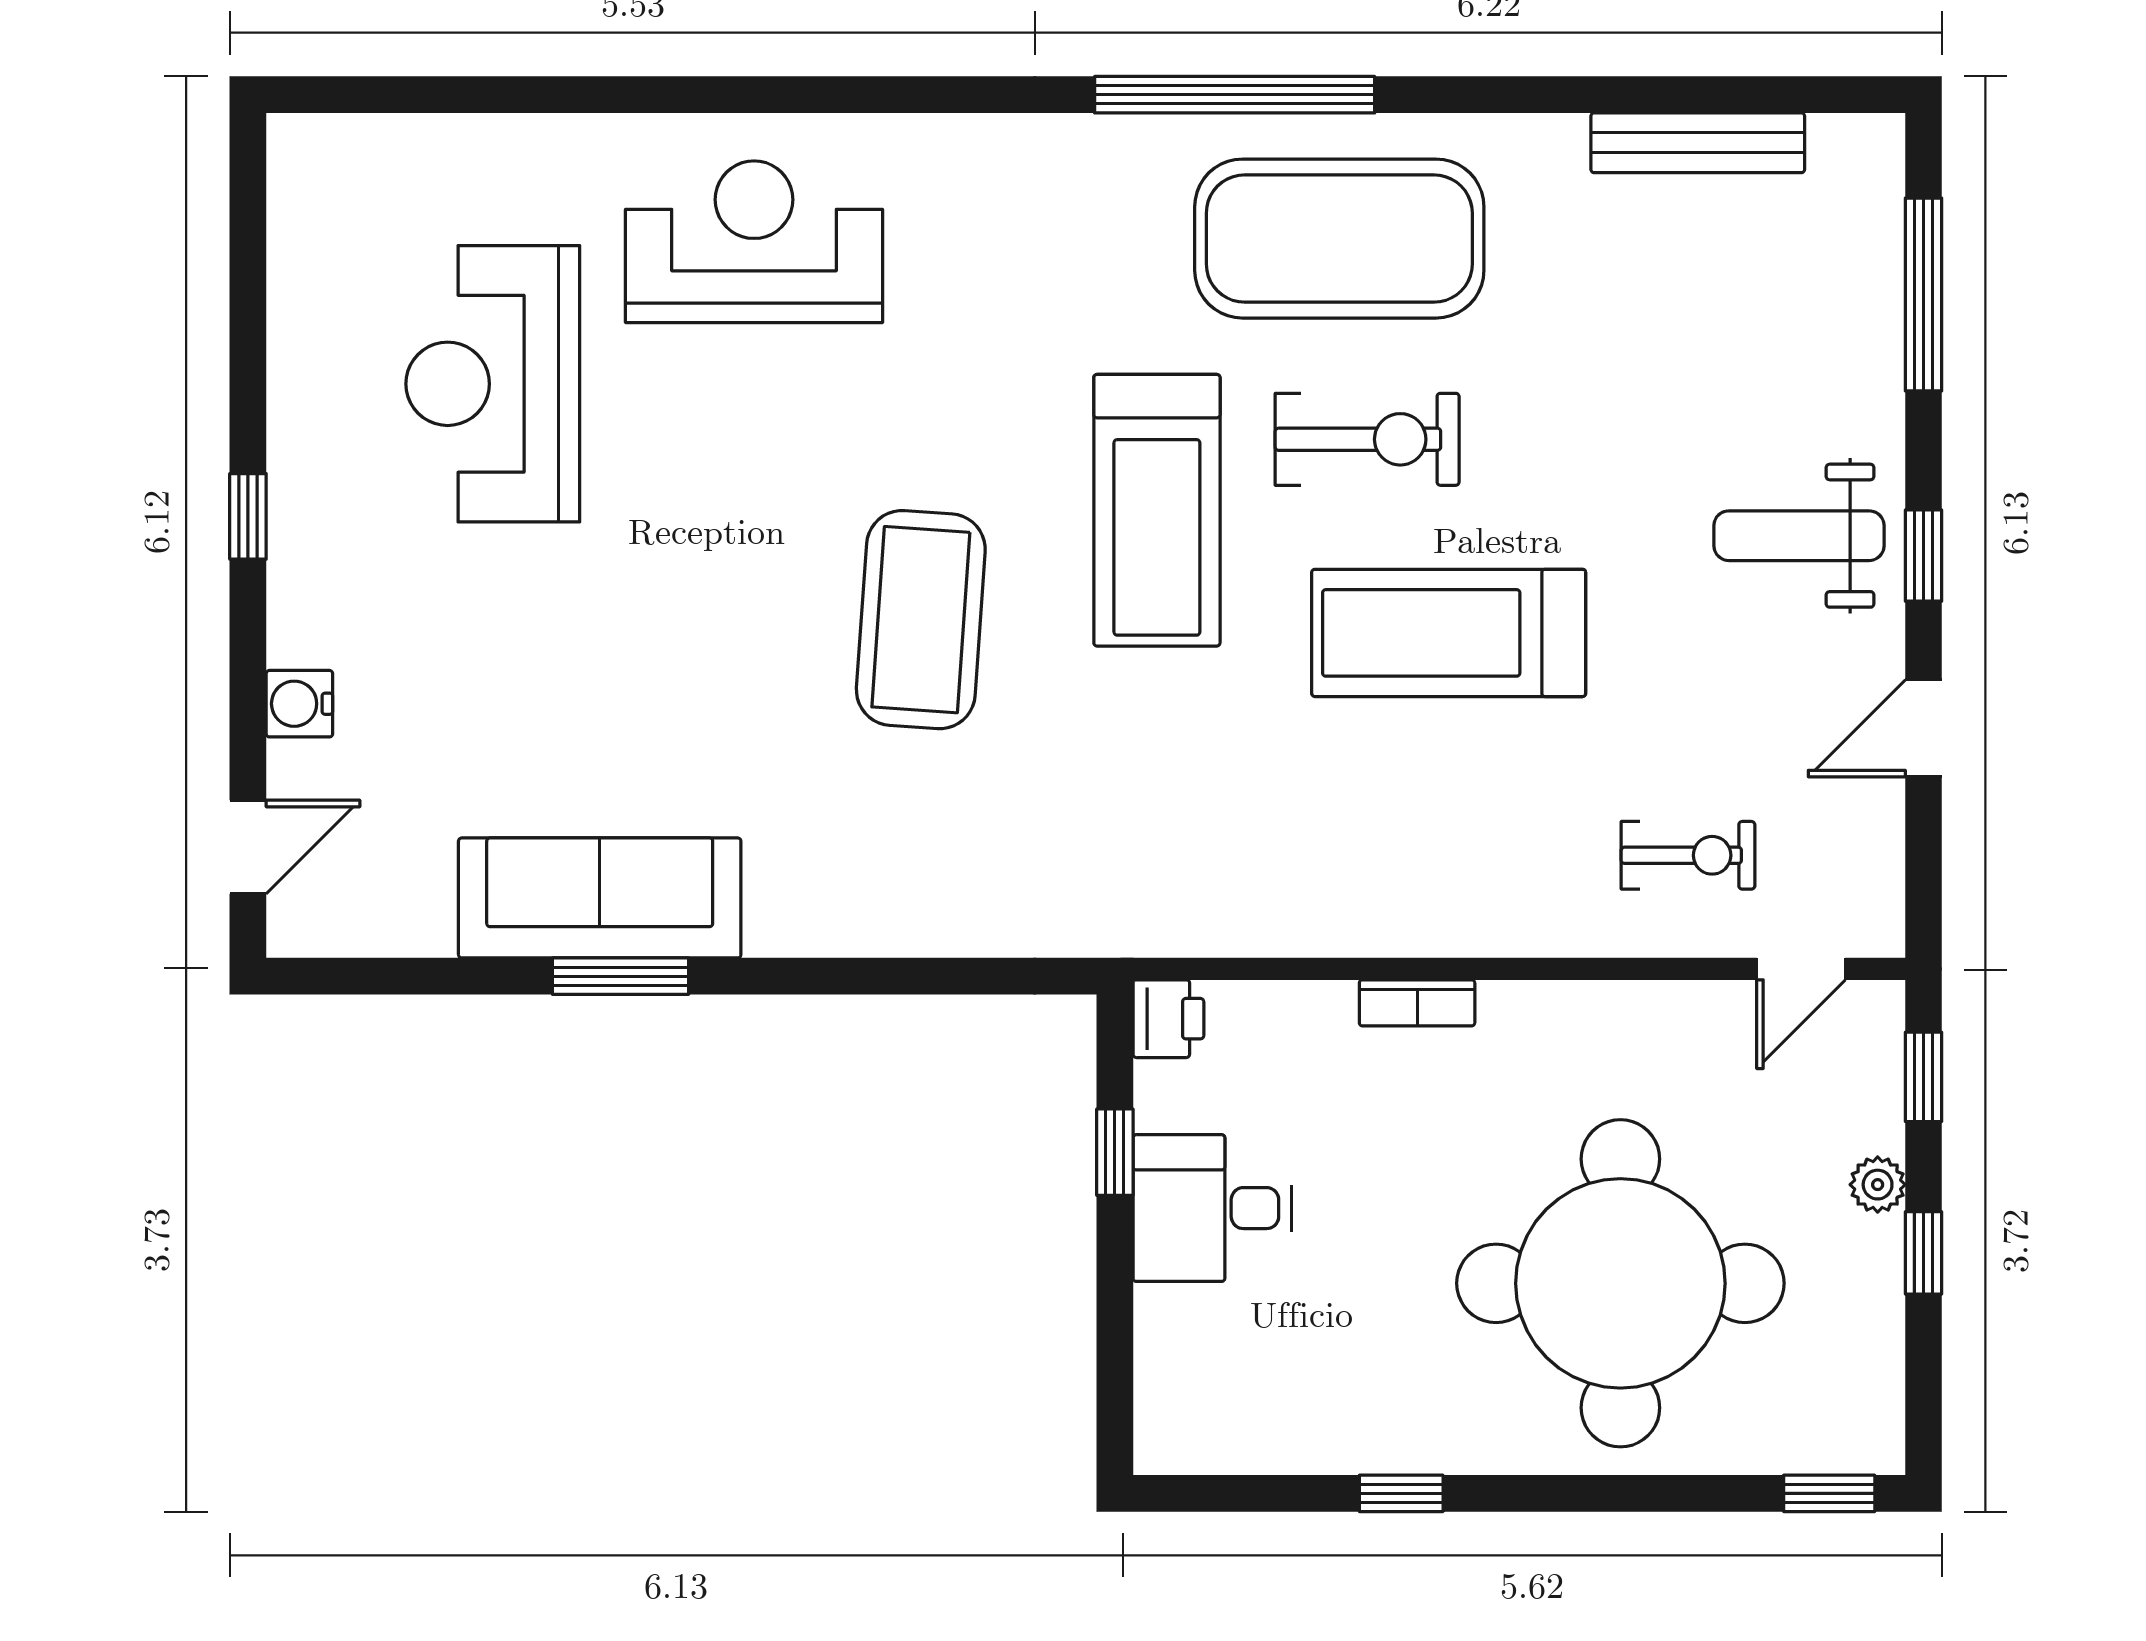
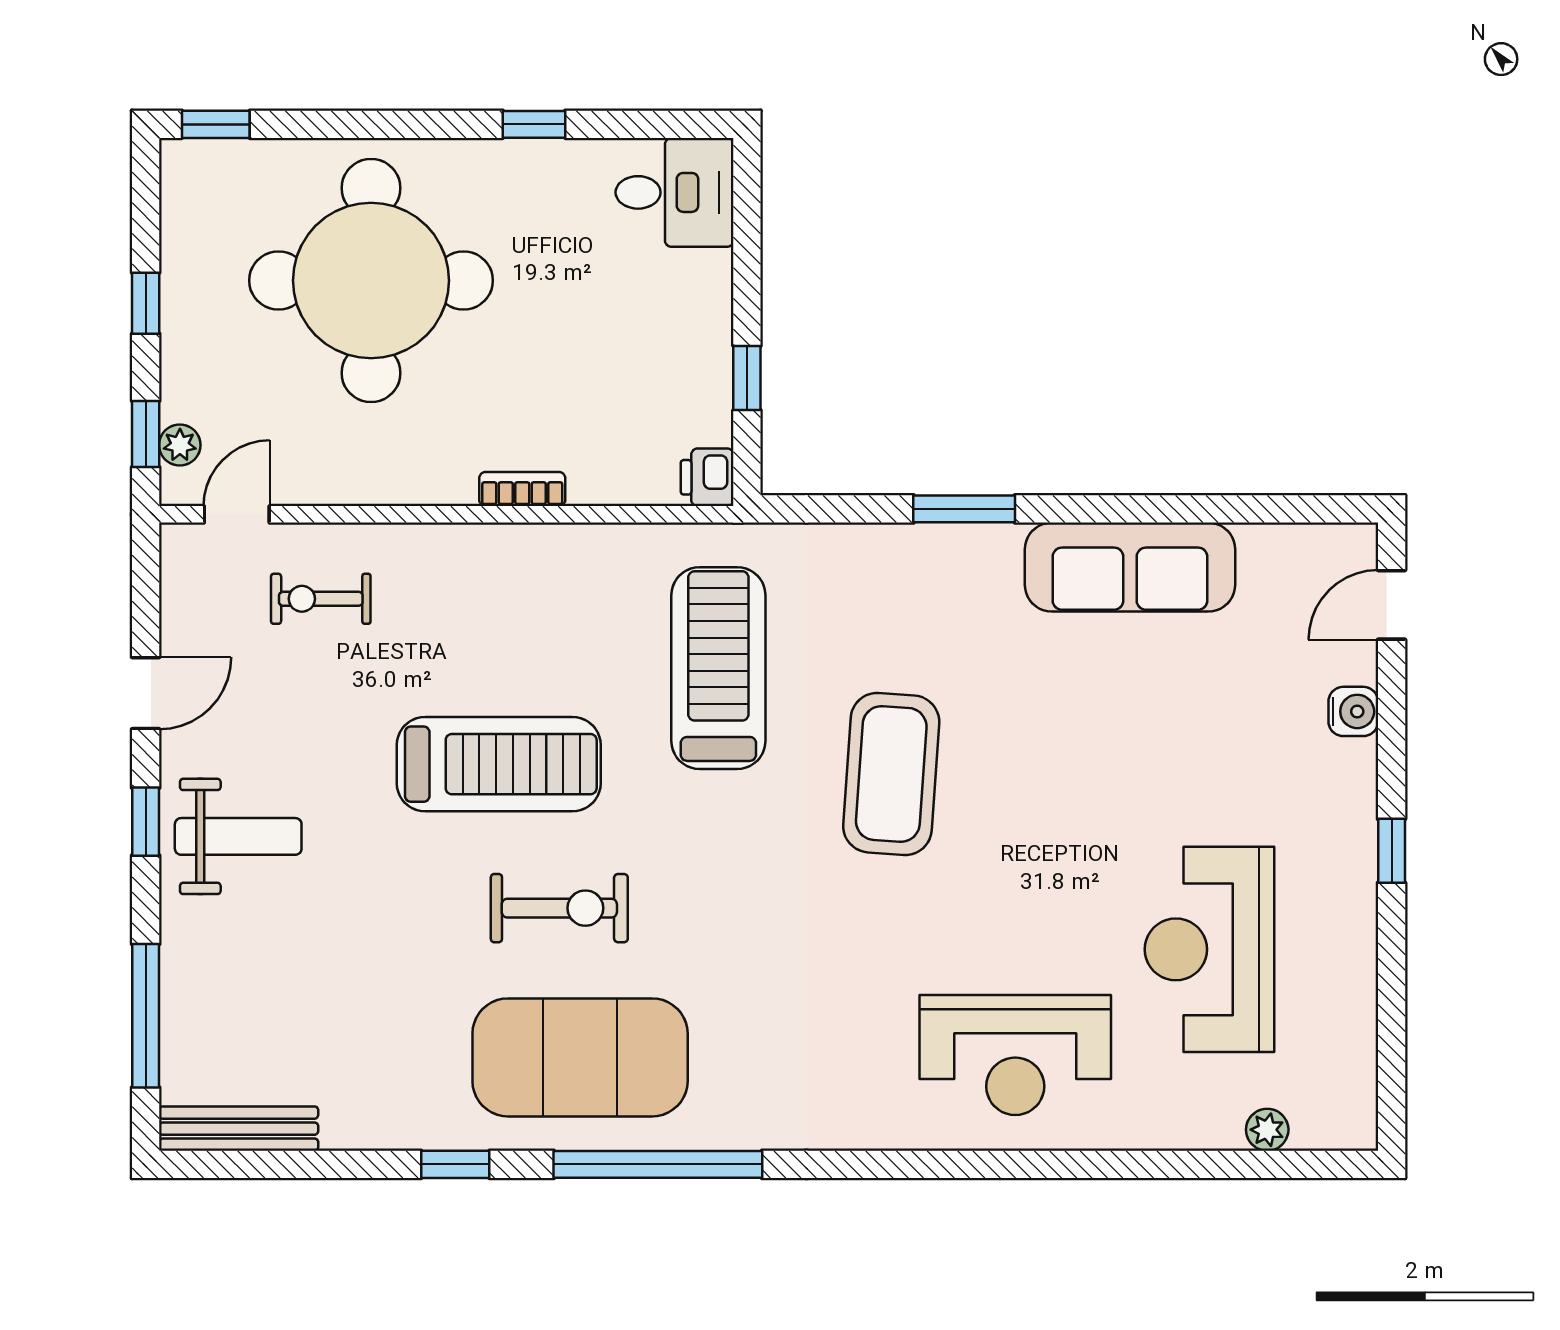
window: (1507, 95) -> (455, 1164), added
plant: (415, 141) -> (1267, 1130), added
bench: (1698, 143) -> (239, 1129), moved
reception desk: (493, 384) -> (1209, 949), turned 180
exercise bike: (1367, 439) -> (559, 908), turned 180
treadmill: (1157, 510) -> (718, 668), moved
window: (621, 976) -> (964, 509), moved
plant: (1878, 1185) -> (180, 445), moved
desk: (1212, 1208) -> (675, 192), moved

